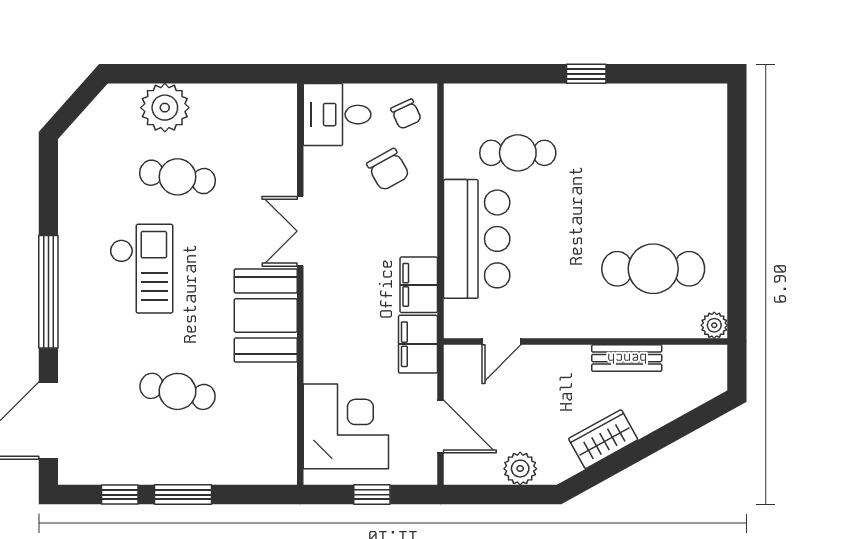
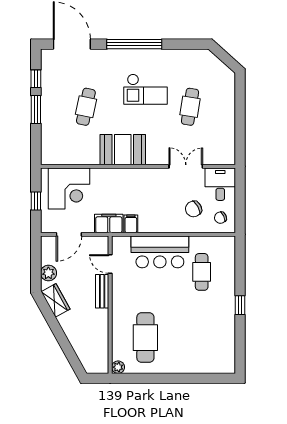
plant: (165, 108) -> (224, 101), removed
double door: (300, 231) -> (186, 166), moved
filing cabinet: (419, 285) -> (131, 224), width x0.50
bench: (627, 358) -> (102, 291), moved
wardrobe: (603, 439) -> (56, 300), moved

